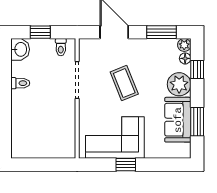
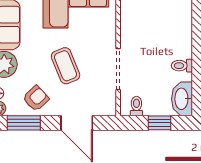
washbasin: (20, 49) -> (182, 99), width x1.38
armchair: (151, 54) -> (36, 98), added

